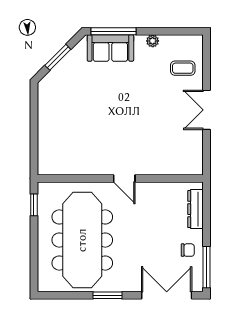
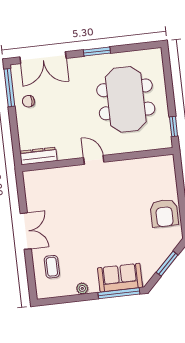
coffee table: (183, 68) -> (52, 267), turned 90
armchair: (55, 112) -> (164, 213), added
dresser: (196, 209) -> (39, 156), moved, turned -90
meeting table: (82, 240) -> (126, 99), width x0.73

